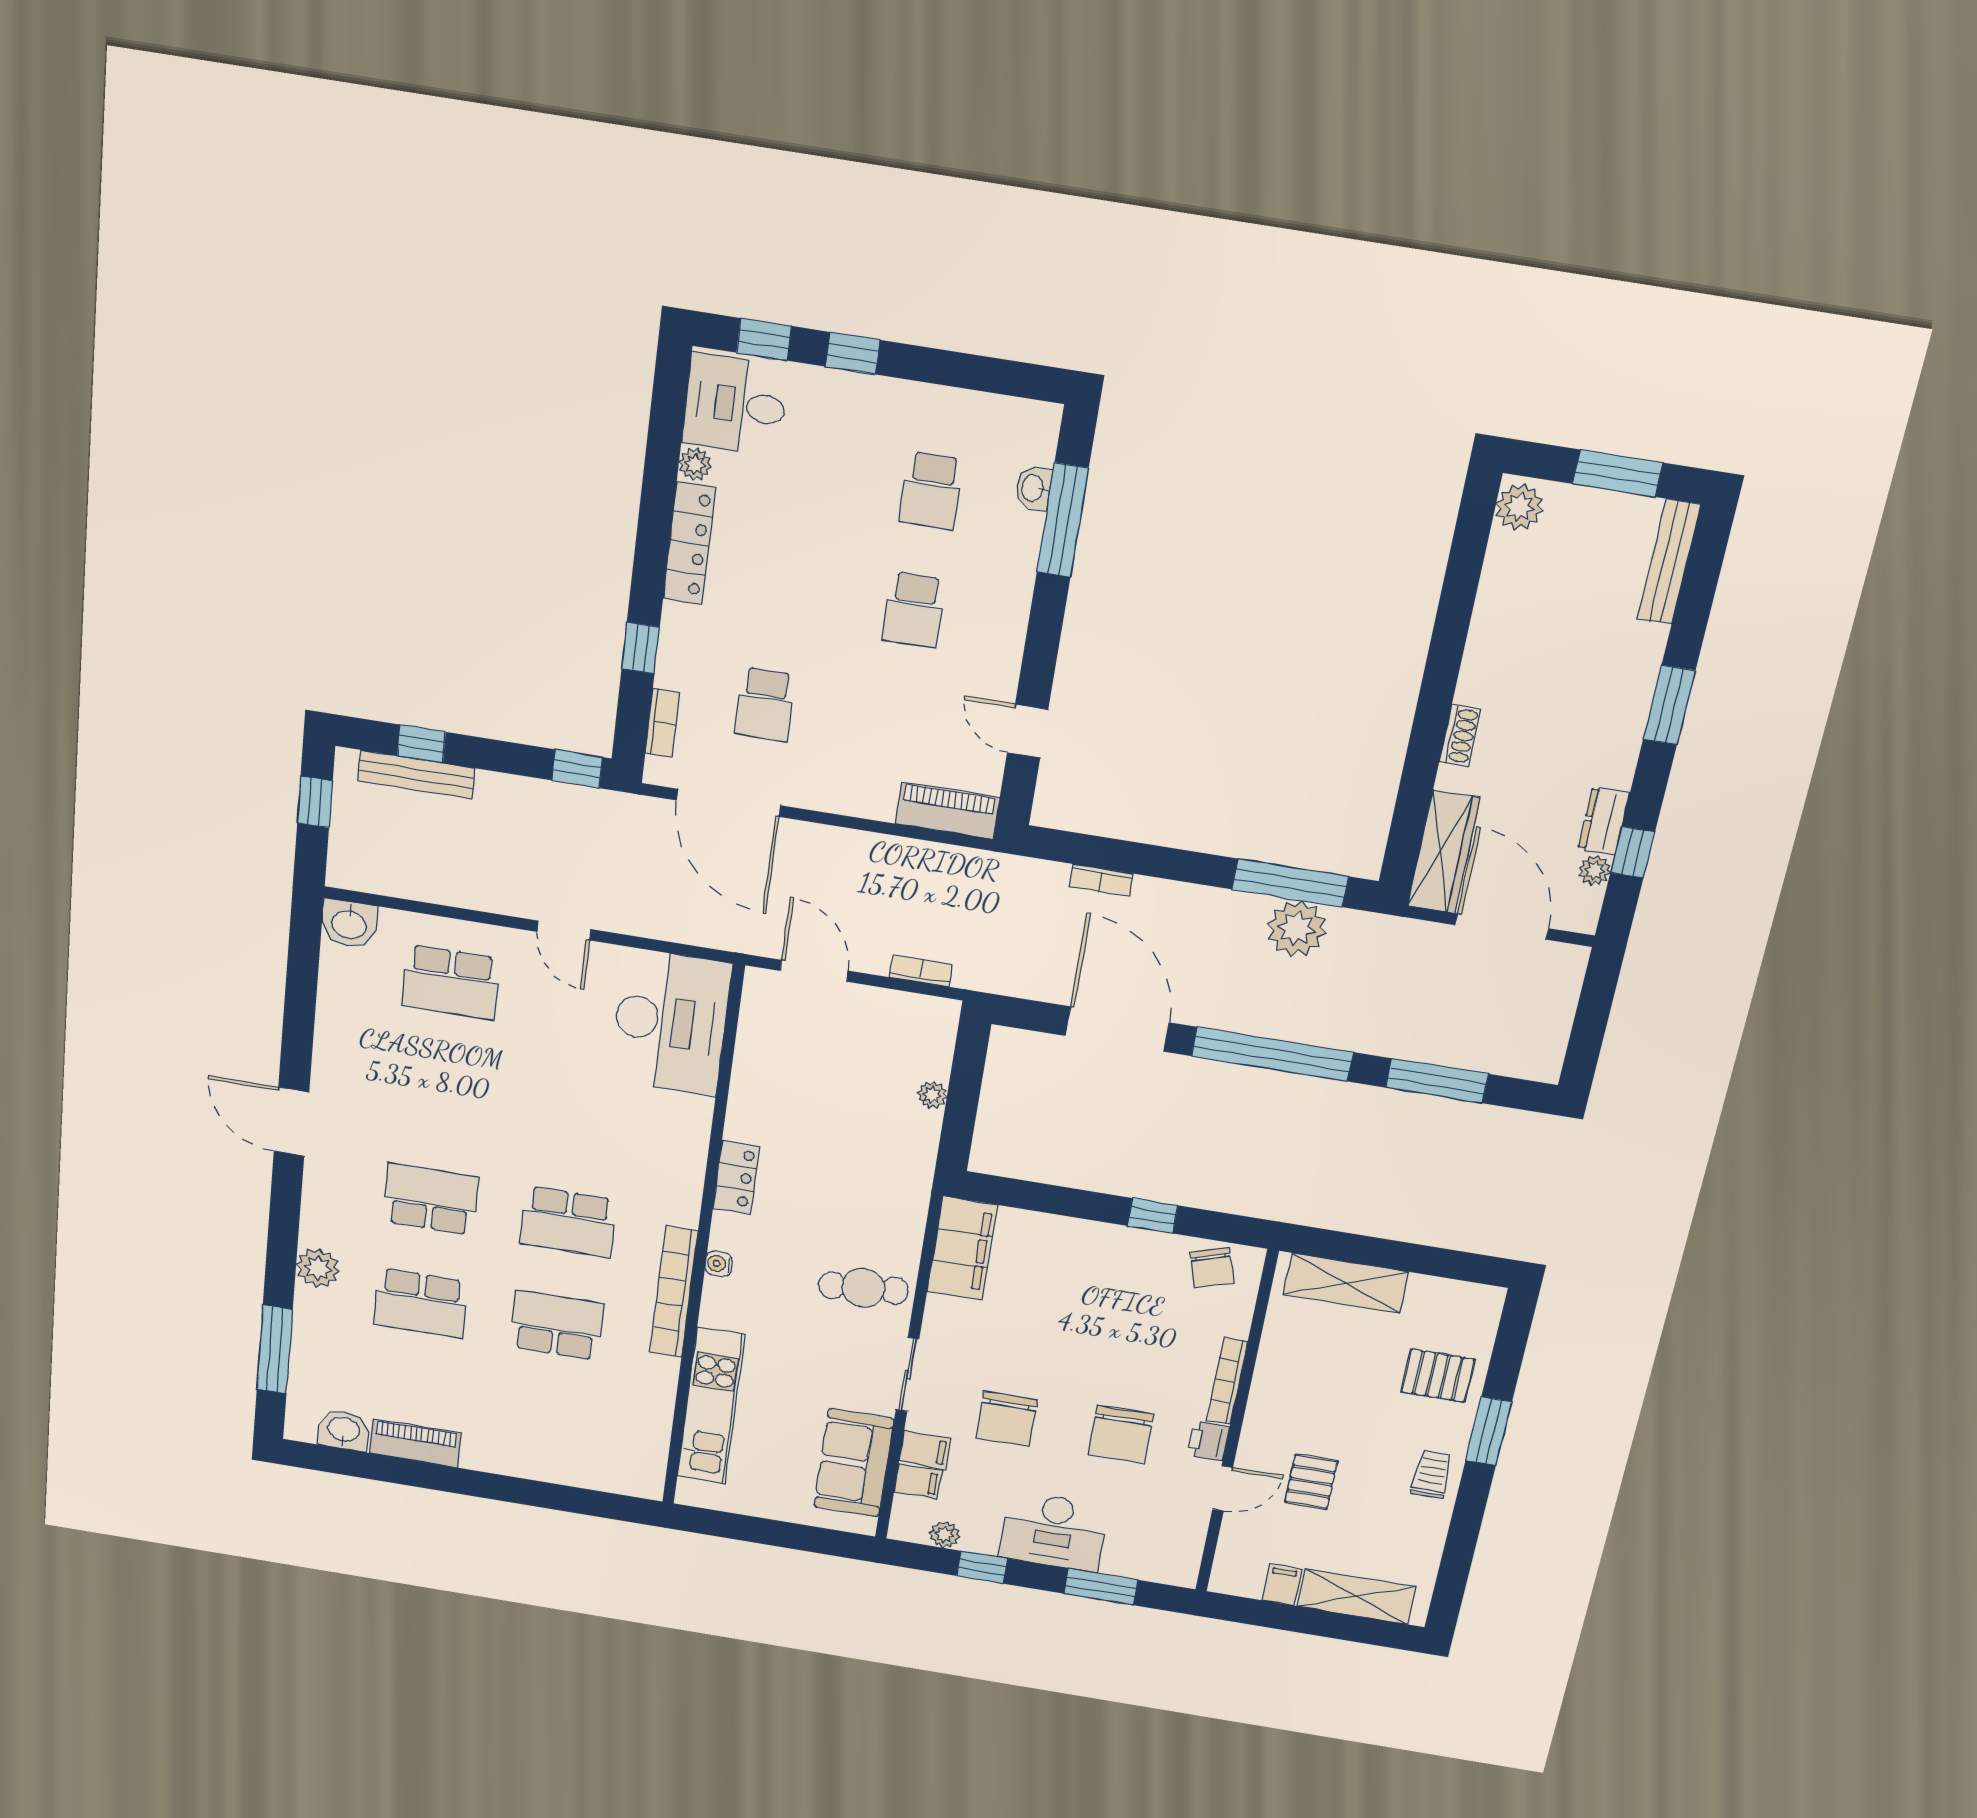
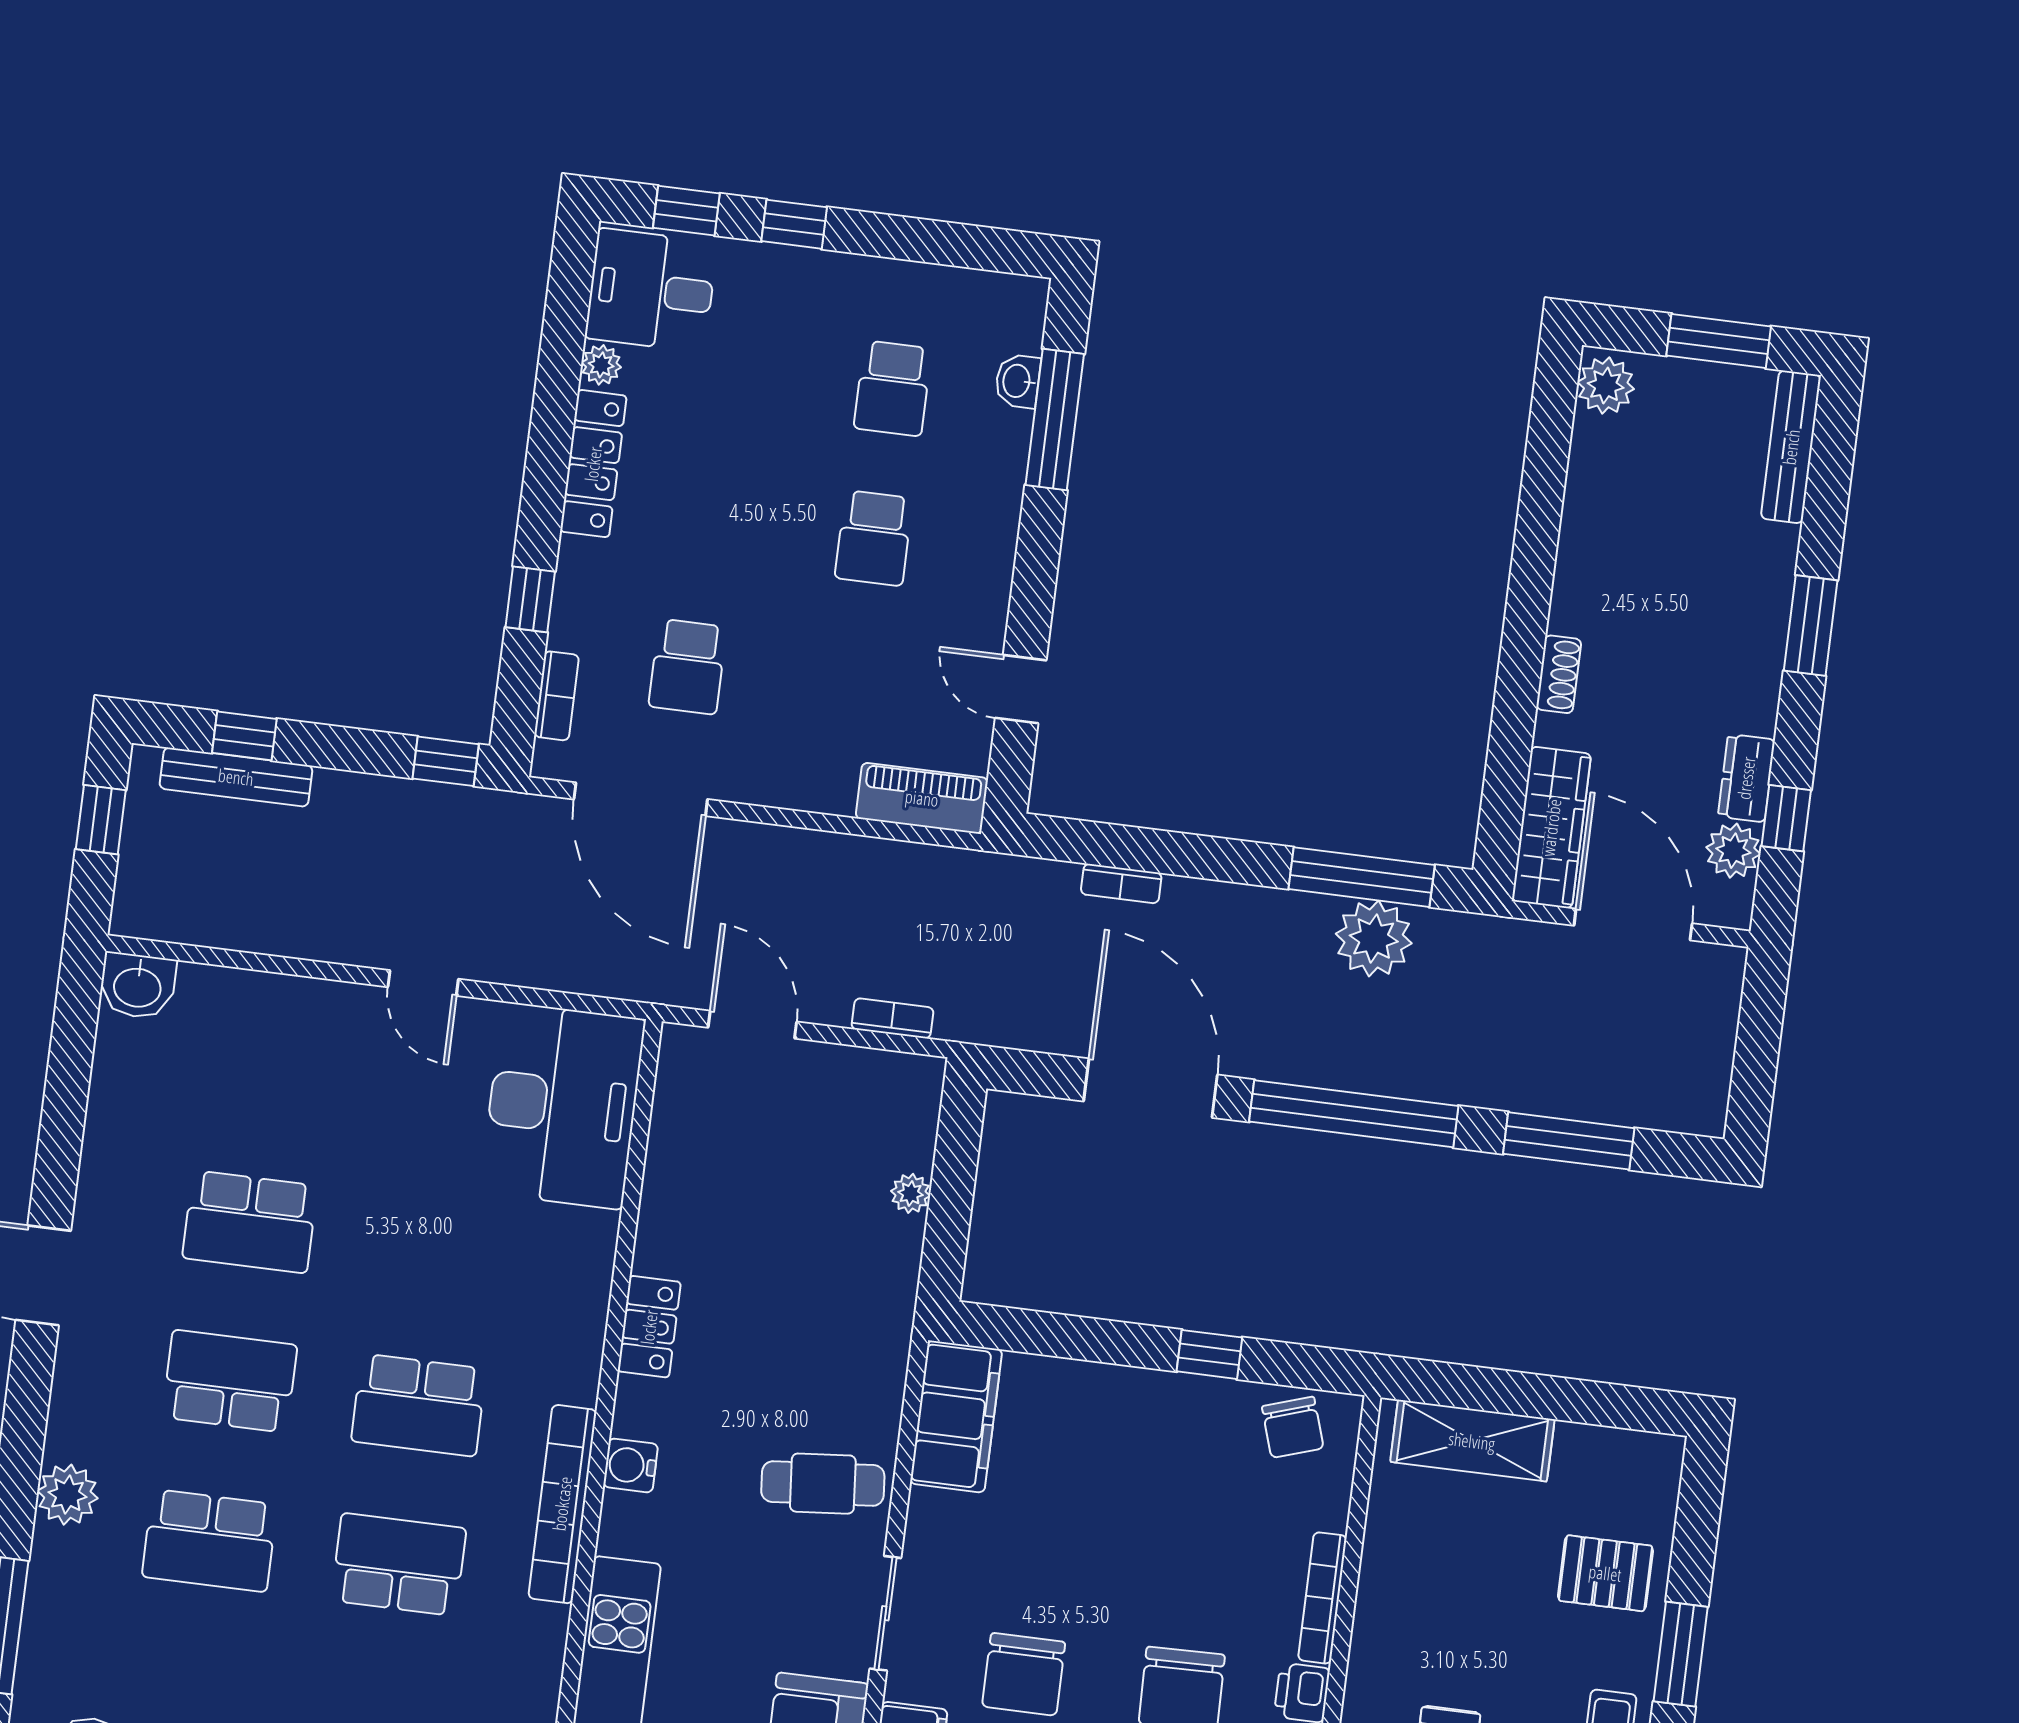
plant: (1595, 870) -> (1733, 851), width x1.38, depth x1.38
school desk: (451, 982) -> (250, 1222), moved
water cooler: (719, 1264) -> (631, 1465), width x1.38, depth x1.38

